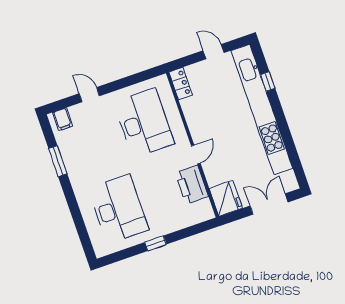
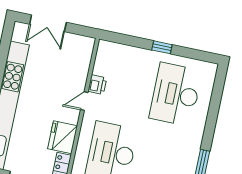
printer: (192, 185) -> (97, 85), width x0.53, depth x0.68
fridge: (226, 198) -> (63, 137), moved

